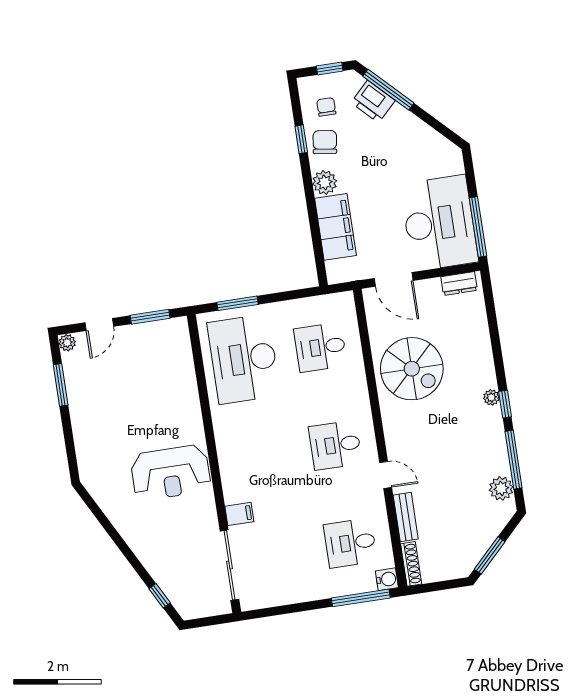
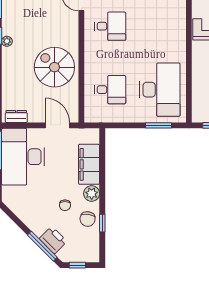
chair: (326, 107) -> (65, 205), moved

